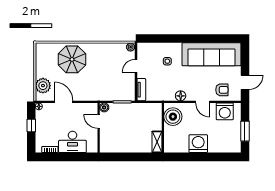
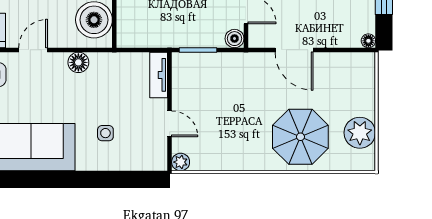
door: (136, 66) -> (170, 124), hinge flipped
plant: (43, 86) -> (360, 133), moved
door: (64, 102) -> (294, 50), moved
door: (203, 102) -> (33, 50), hinge flipped

